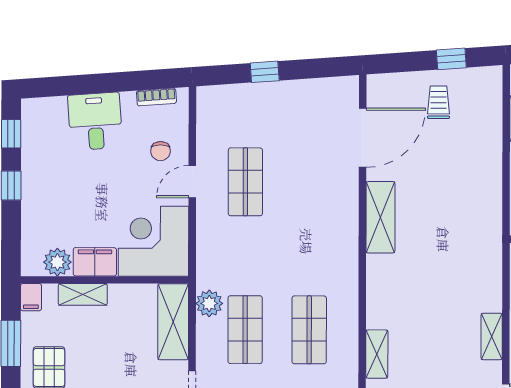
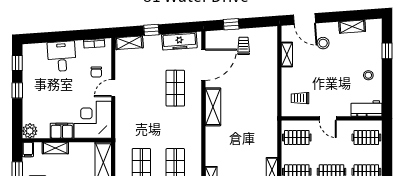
window: (451, 59) -> (231, 24), moved
freezer: (317, 93) -> (179, 41), added
shelving: (223, 96) -> (129, 43), added
shop shelf: (245, 182) -> (175, 88), moved
plant: (57, 262) -> (30, 131), moved
plant: (209, 303) -> (122, 153), removed

